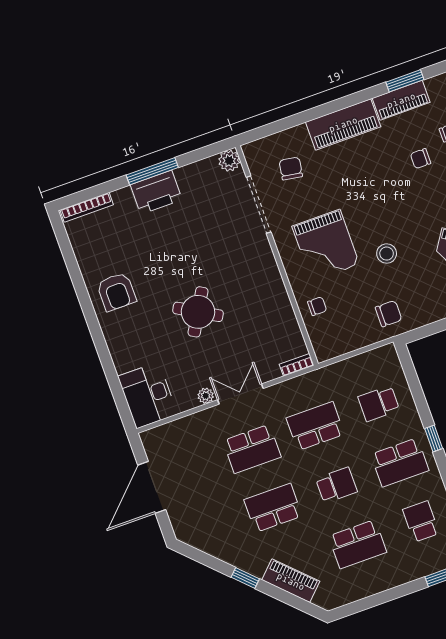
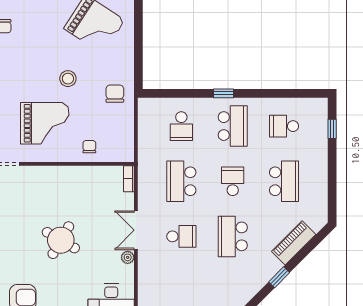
school desk: (252, 449) -> (181, 236), width x0.54

